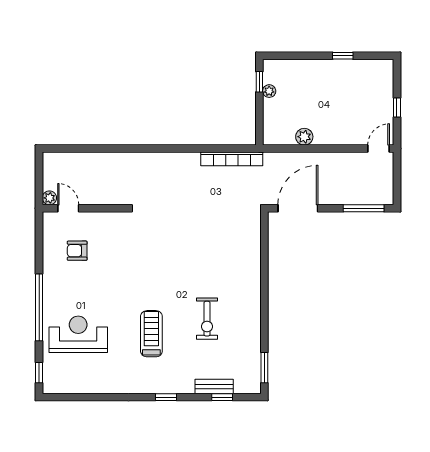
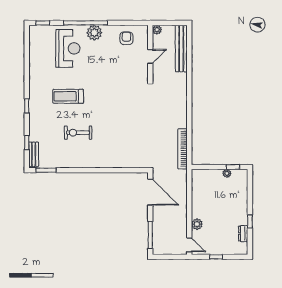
dresser: (361, 66) -> (243, 234), added
plant: (304, 137) -> (197, 224), moved
bench: (78, 161) -> (181, 49), added
door: (68, 208) -> (150, 56), moved
armchair: (77, 251) -> (126, 38), moved
plant: (54, 294) -> (94, 33), added
treadmill: (151, 334) -> (68, 96), turned 180
bench: (214, 387) -> (34, 154), moved

